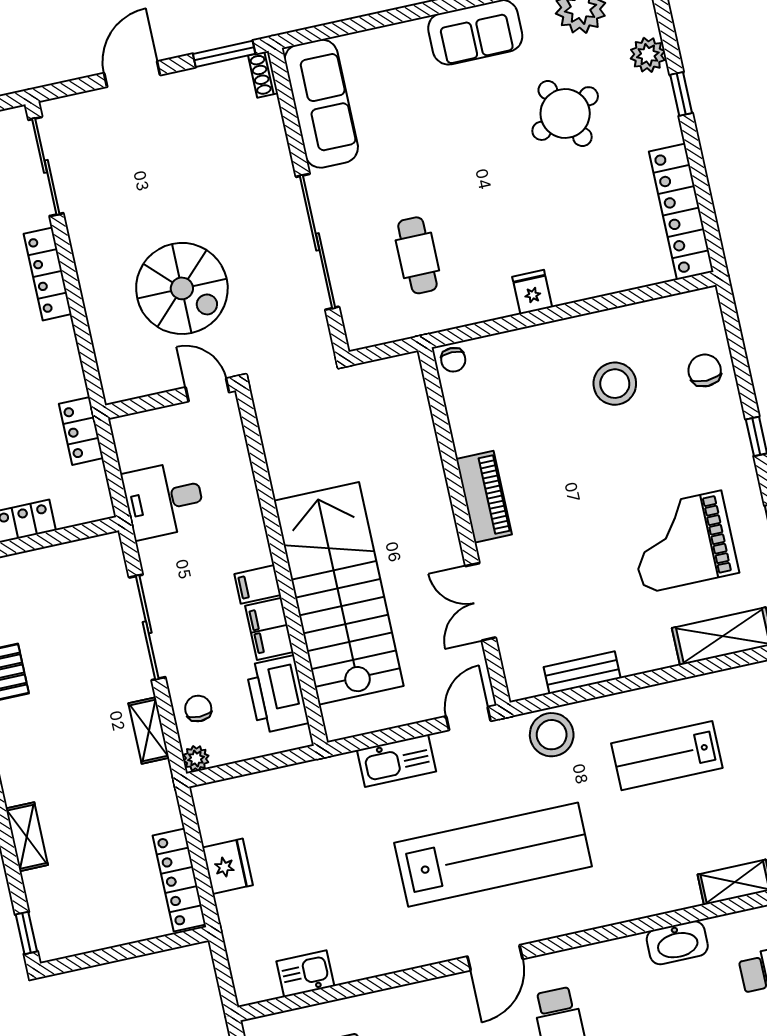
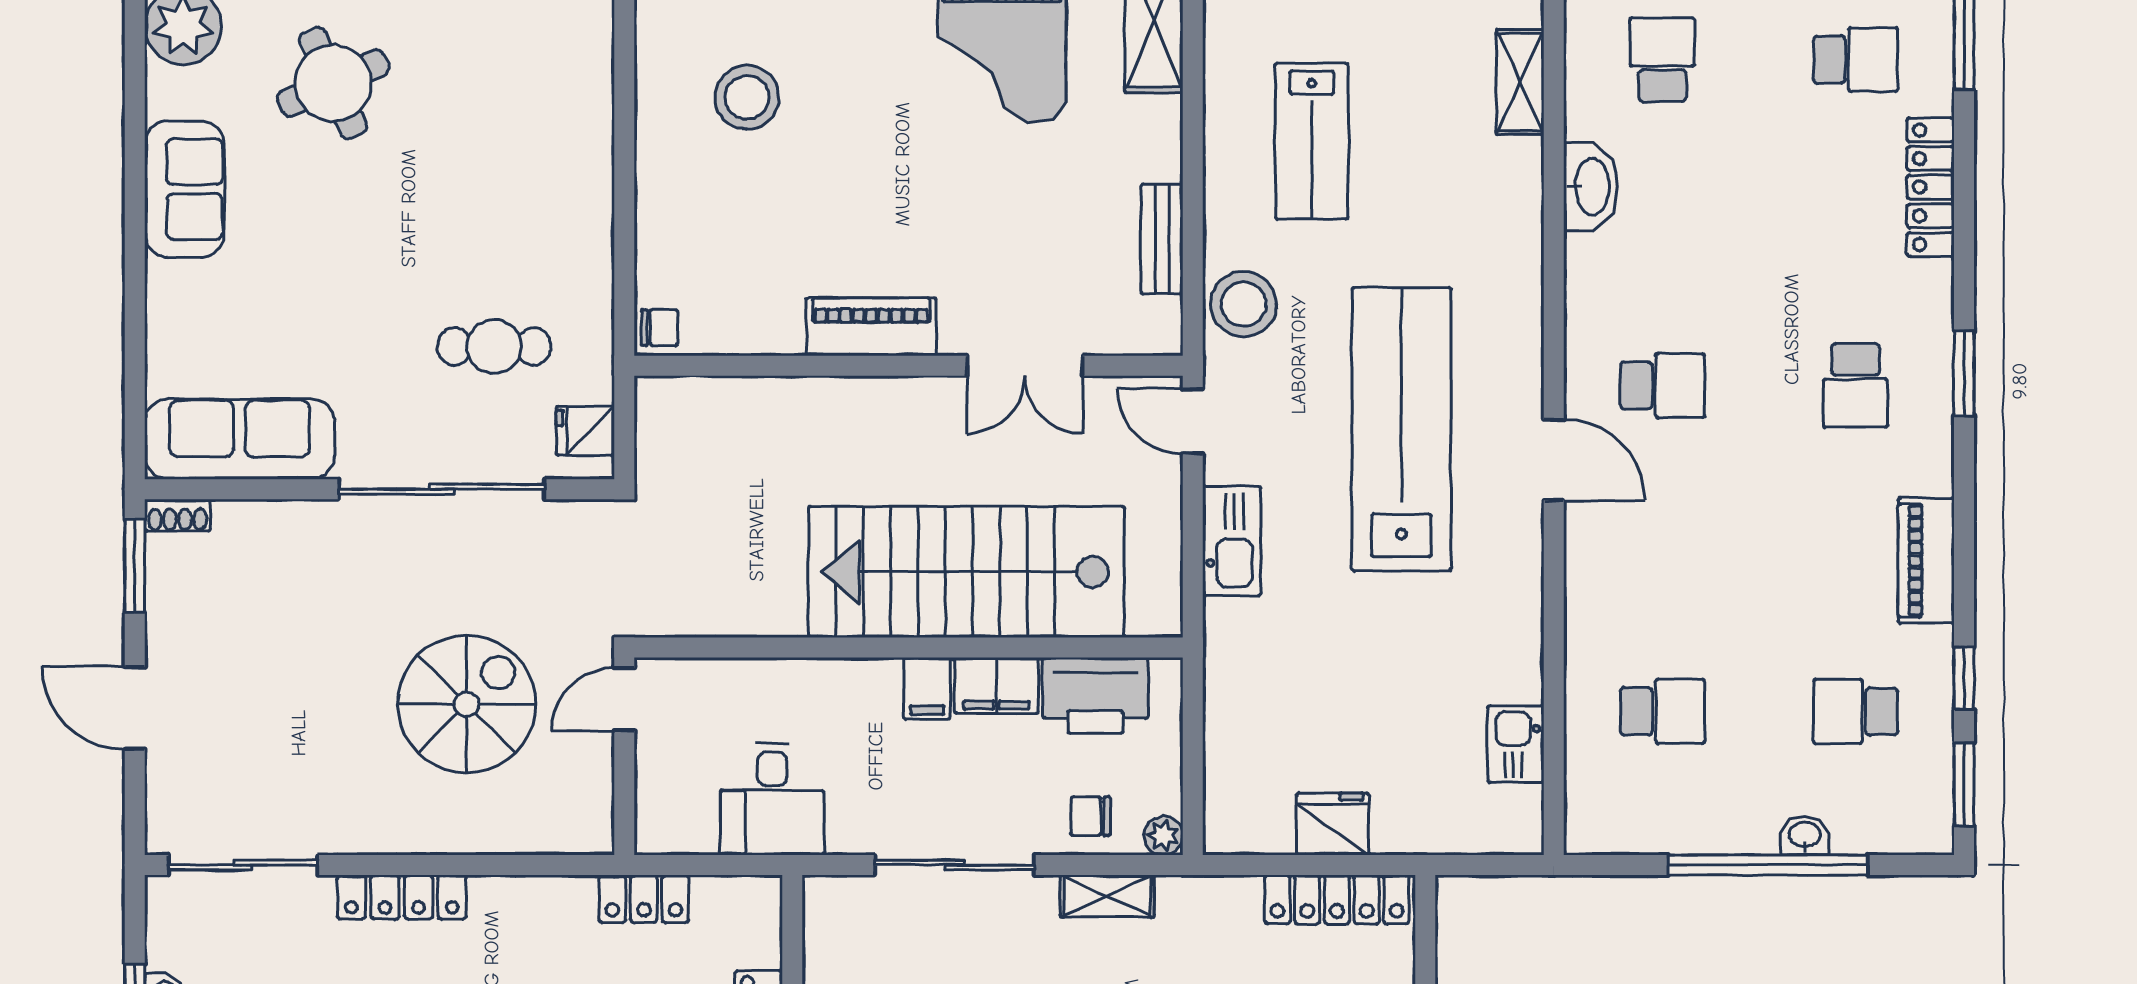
fridge: (532, 292) -> (585, 431), moved

